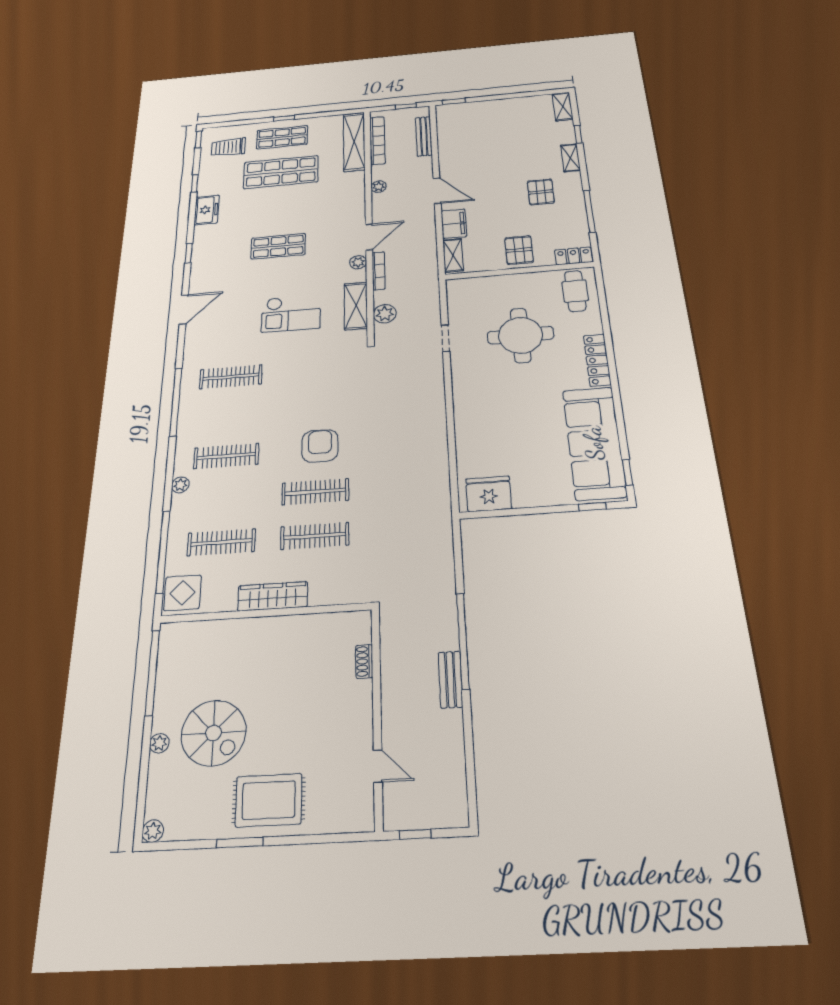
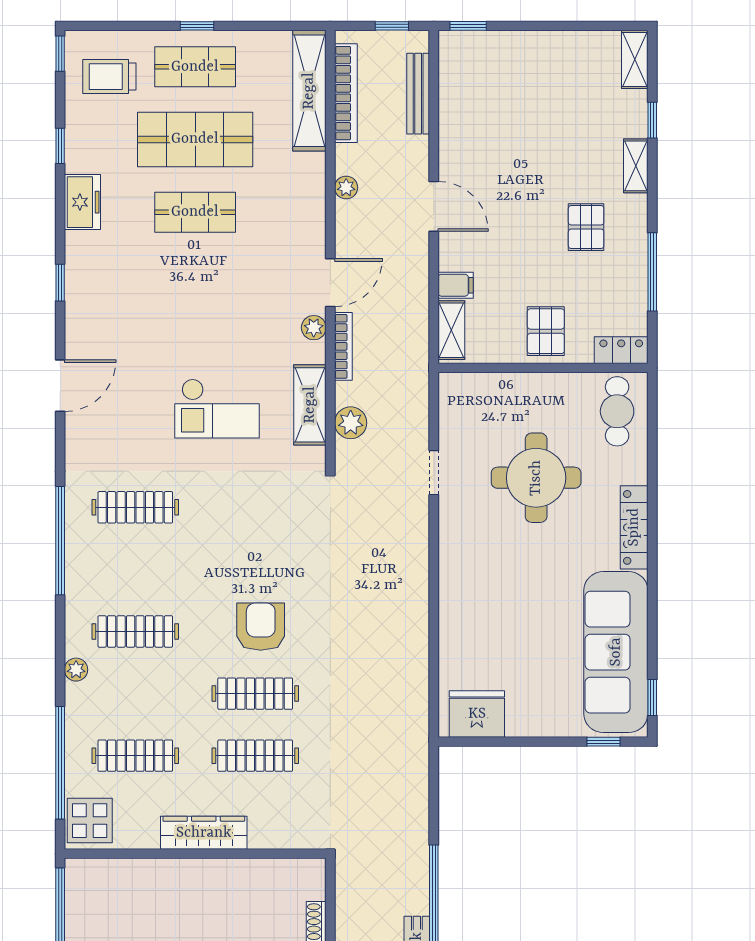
filing cabinet: (454, 224) -> (456, 285), width x0.50
shop shelf: (278, 246) -> (195, 212), moved

